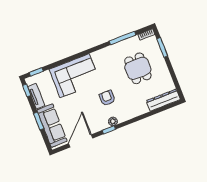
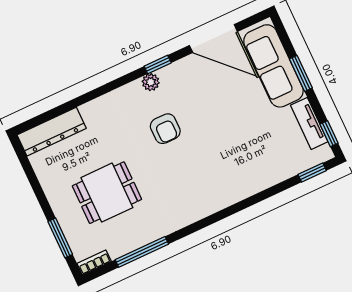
dining table: (138, 68) -> (107, 193), turned 90
corner sofa: (75, 76) -> (234, 170), removed
door: (81, 141) -> (213, 38), hinge flipped

